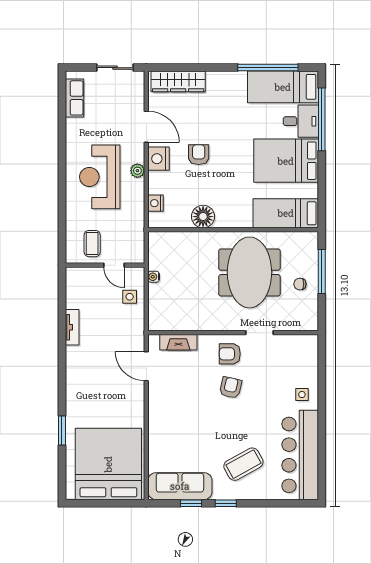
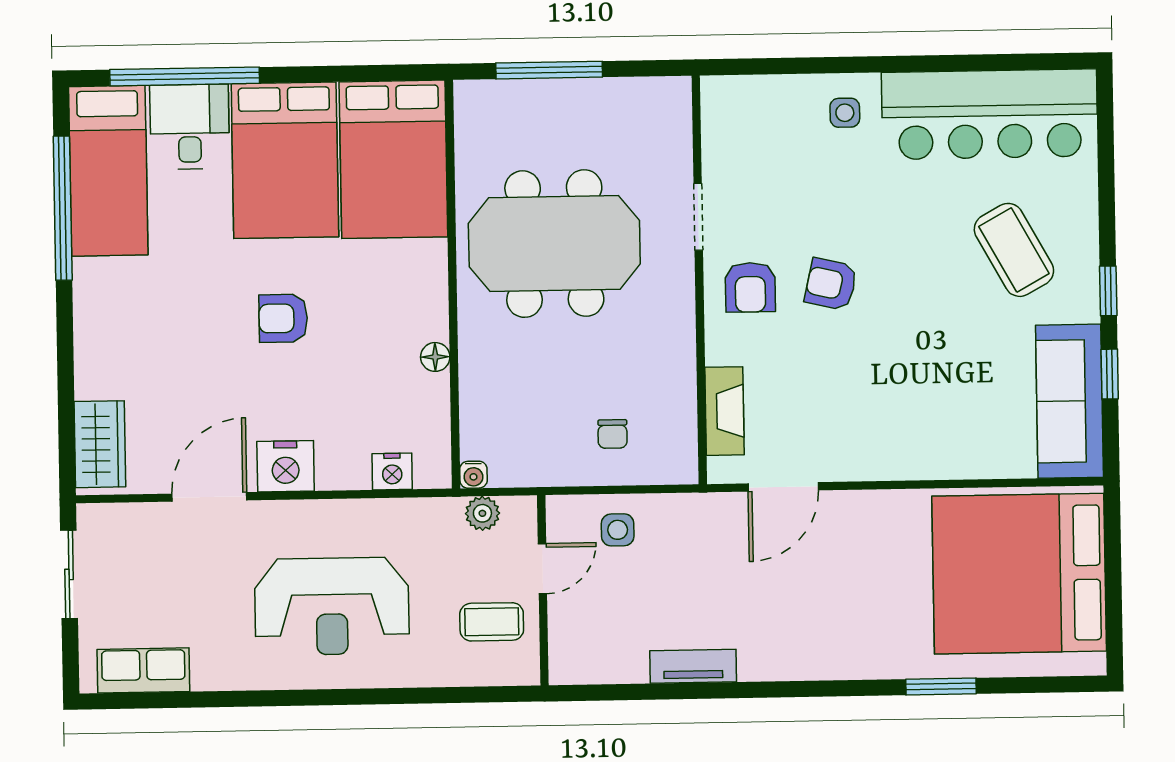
wardrobe: (178, 81) -> (100, 444), width x0.67
armchair: (199, 155) -> (283, 318), moved
plant: (137, 171) -> (482, 513), moved
bed: (286, 213) -> (393, 159), width x1.50
floor lamp: (203, 217) -> (435, 357), width x0.53, depth x0.53
water cooler: (154, 277) -> (473, 475), moved
chair: (300, 284) -> (613, 434), moved

